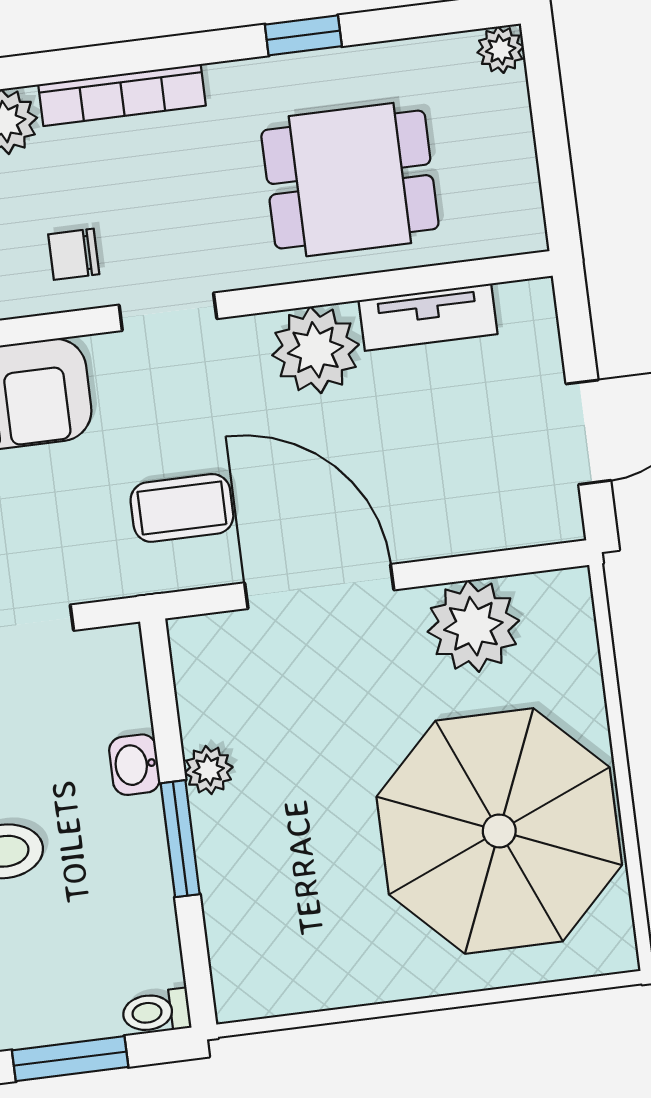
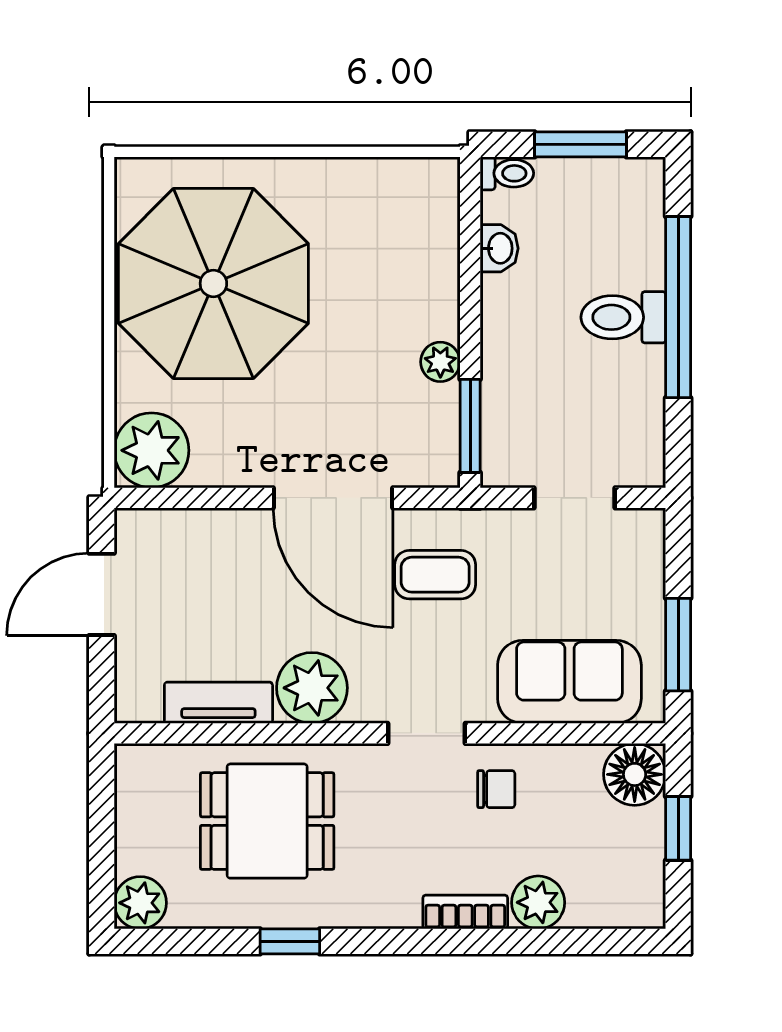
plant: (501, 50) -> (140, 903), width x1.38, depth x1.38
bookcase: (122, 95) -> (465, 912), width x0.64
plant: (473, 626) -> (152, 450), moved
washbasin: (135, 765) -> (499, 248), moved
window: (180, 839) -> (470, 426), moved

